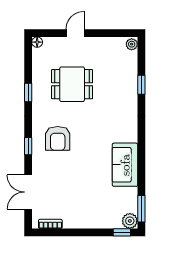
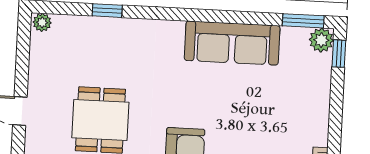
sofa: (125, 165) -> (232, 43), width x1.36

